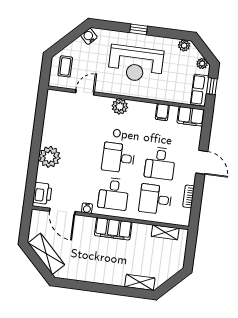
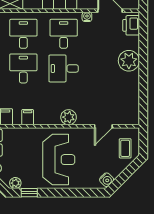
window: (139, 29) -> (29, 193), moved
reception desk: (136, 64) -> (59, 160), turned 90
desk: (118, 158) -> (64, 68), turned 180
desk: (155, 199) -> (23, 34), turned -90

